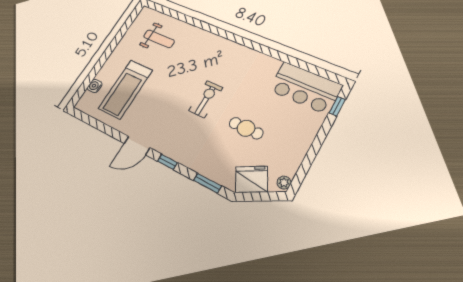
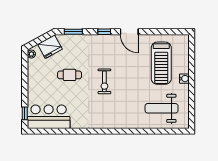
weight bench: (159, 39) -> (162, 108), width x1.36, depth x1.33
water cooler: (95, 86) -> (184, 79), moved
treadmill: (126, 89) -> (161, 63), turned 180
door: (137, 146) -> (129, 32), swing flipped

